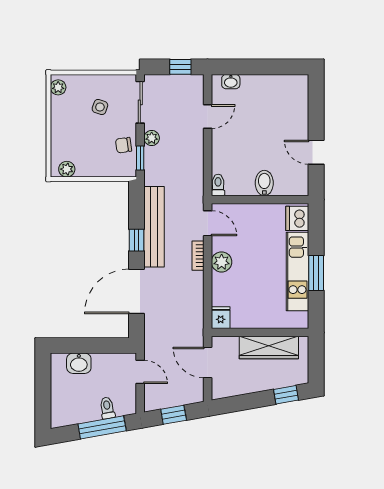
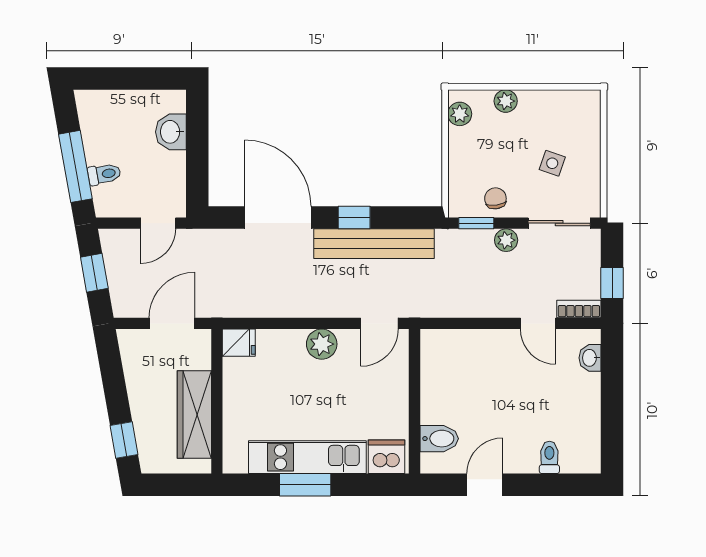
plant: (58, 87) -> (506, 101), moved
bidet: (264, 183) -> (439, 439), moved
toilet: (218, 185) -> (549, 457), moved, turned -90
bookcase: (198, 256) -> (579, 309), moved

